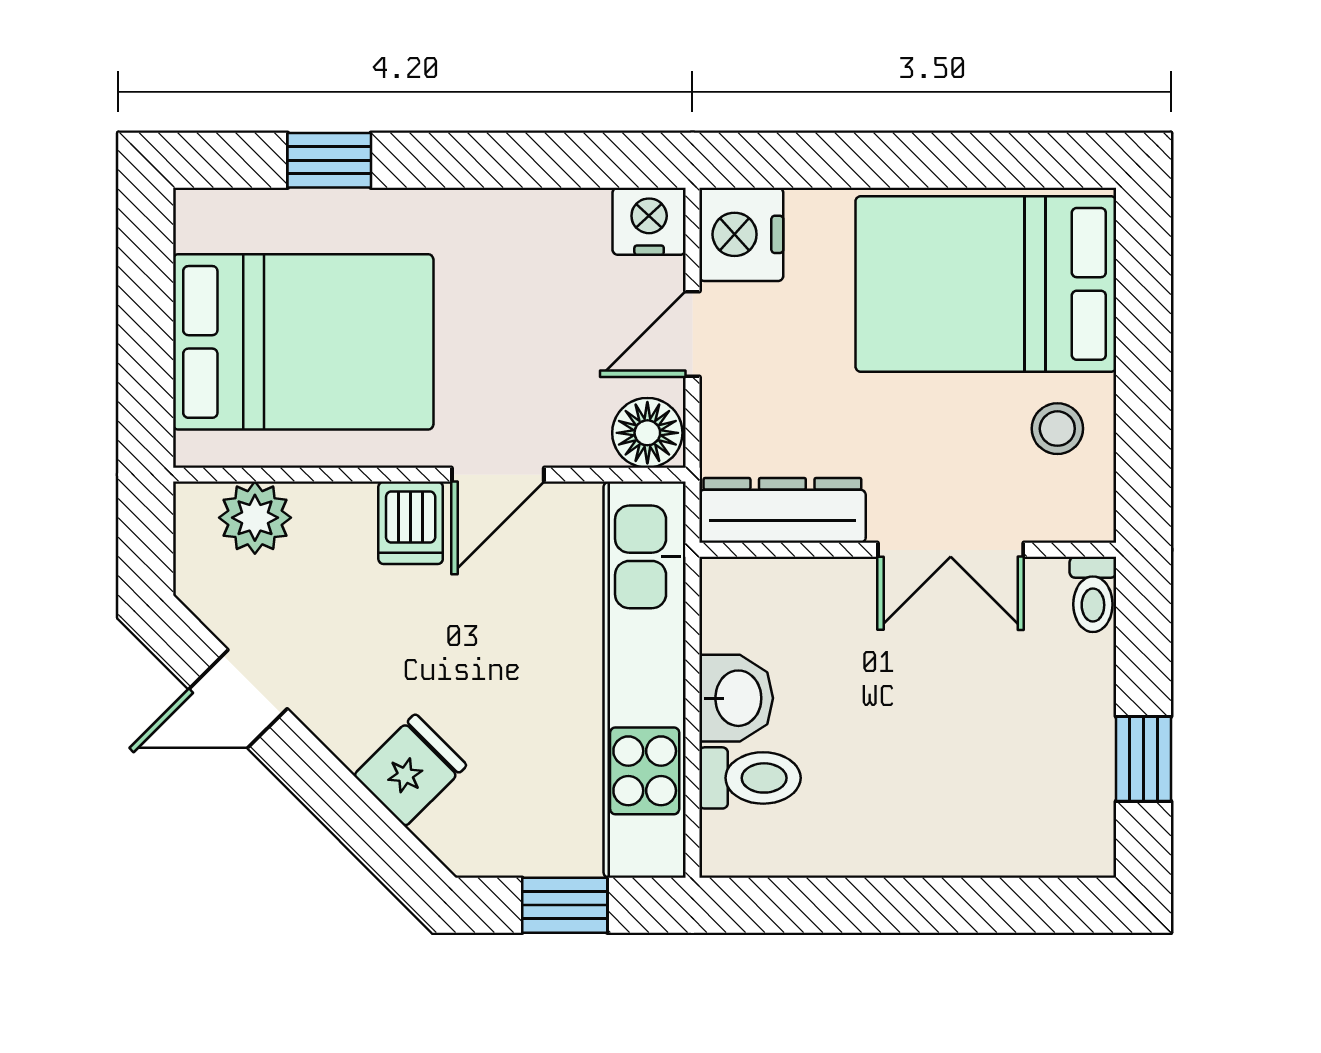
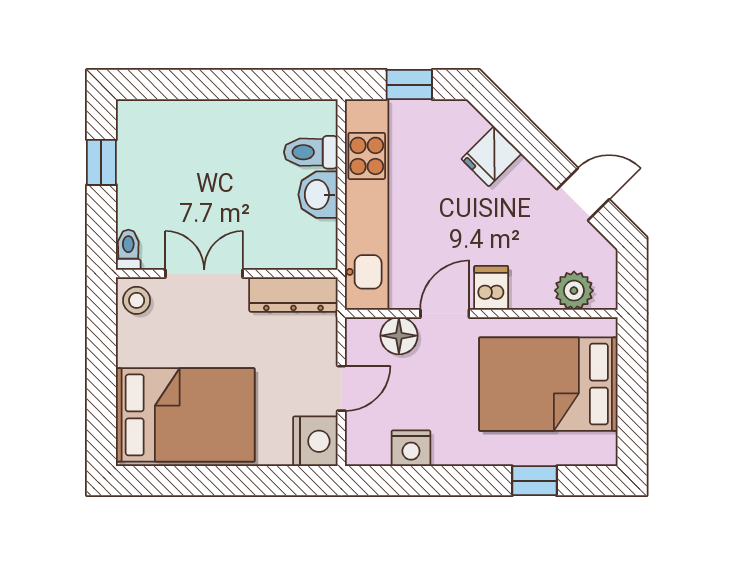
nightstand: (649, 221) -> (411, 448), moved
stool: (1057, 429) -> (137, 300), moved
floor lamp: (647, 433) -> (399, 336), moved

